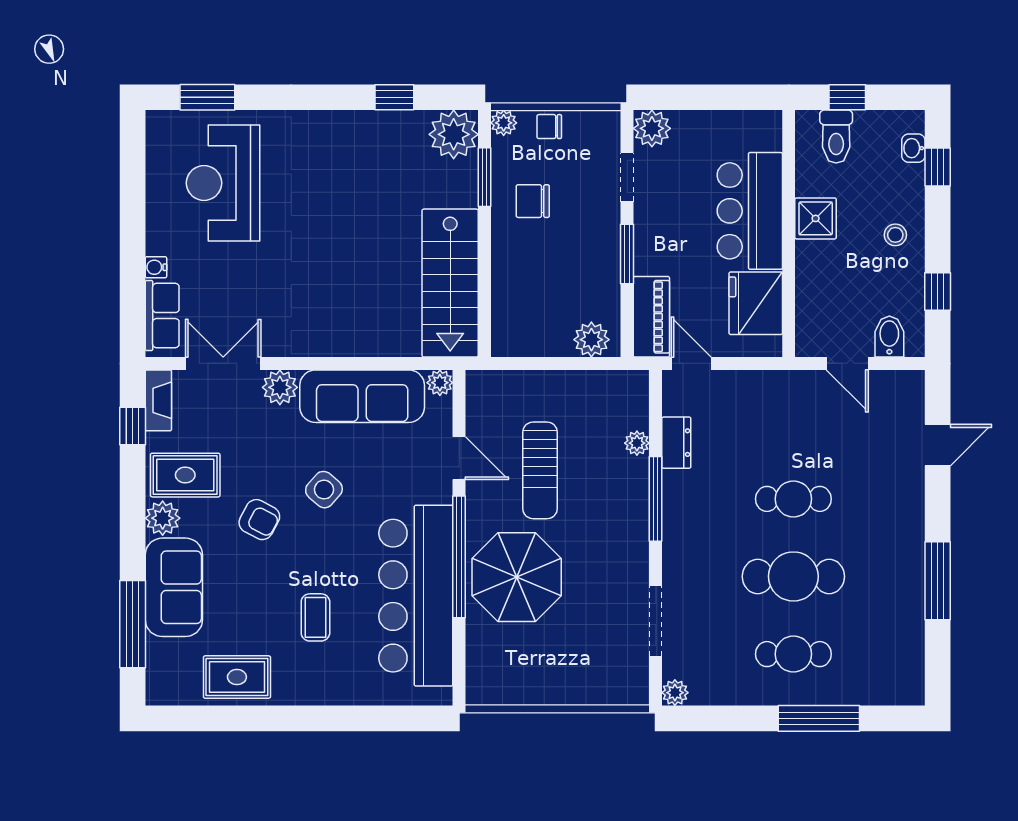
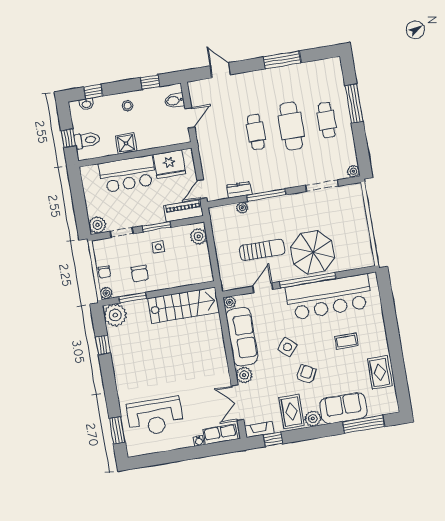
side table: (583, 250) -> (158, 247), added

